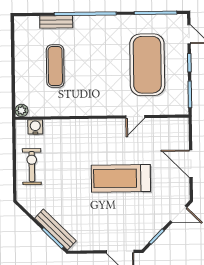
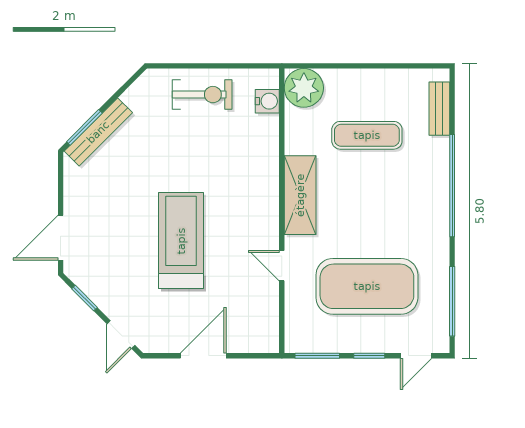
bench: (56, 22) -> (439, 109), moved
shelving: (92, 106) -> (300, 195), added
plant: (22, 110) -> (304, 88), width x1.87, depth x1.87

